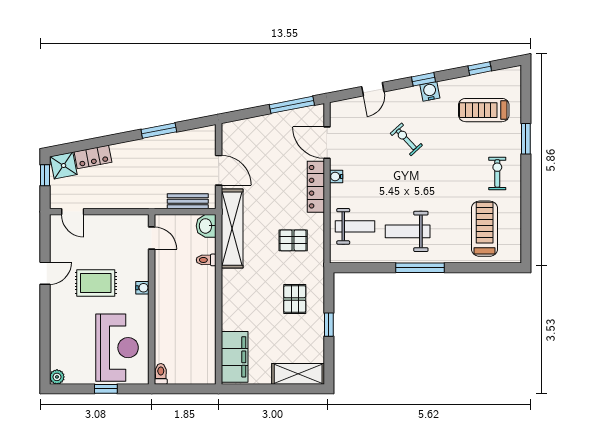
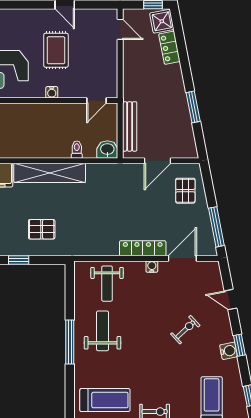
bench: (188, 201) -> (130, 126), width x1.36
door: (73, 212) -> (120, 29), swing flipped
shelving: (232, 229) -> (50, 173), moved
pallet: (293, 240) -> (185, 191), moved

